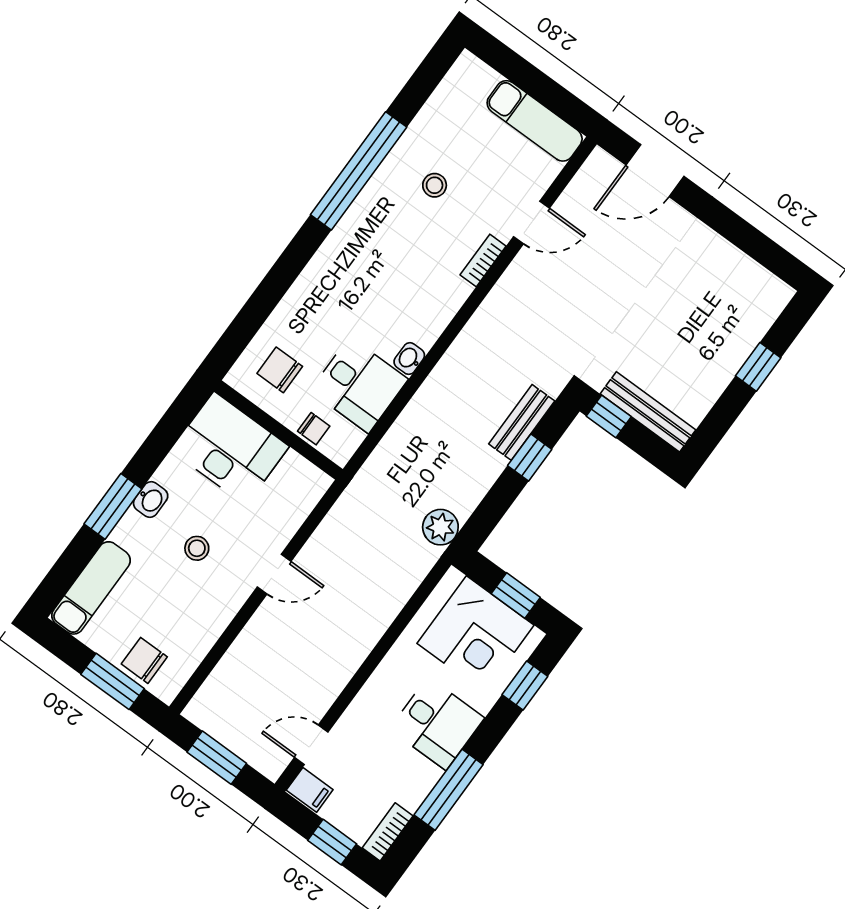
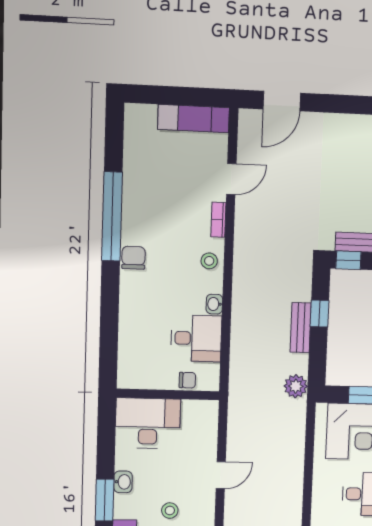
stool: (435, 185) -> (209, 261), moved
chair: (280, 370) -> (133, 258), moved, turned 90
bench: (522, 422) -> (301, 328), moved
stool: (197, 548) -> (170, 511), moved

